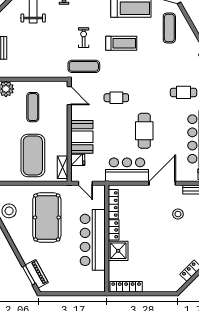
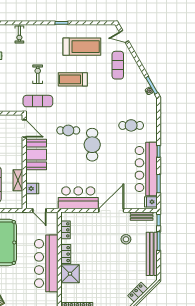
treadmill: (121, 43) -> (73, 79), turned 180
cafe table: (144, 131) -> (92, 145), moved
booth: (82, 137) -> (36, 155), moved
shelving: (63, 167) -> (18, 180), moved
locker: (113, 204) -> (65, 230), width x0.66

